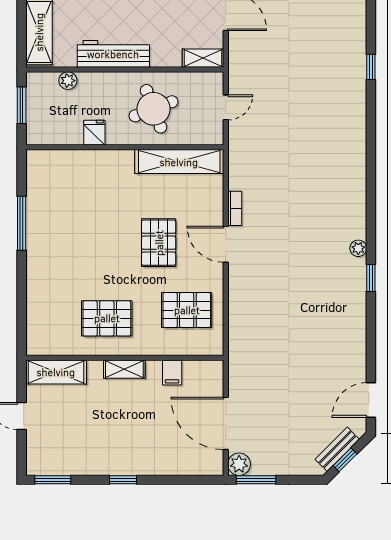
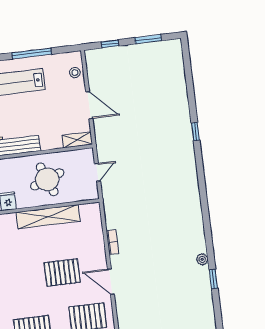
shelving: (179, 162) -> (48, 217), moved
pallet: (159, 243) -> (62, 273), turned 90
door: (226, 244) -> (111, 282), moved

